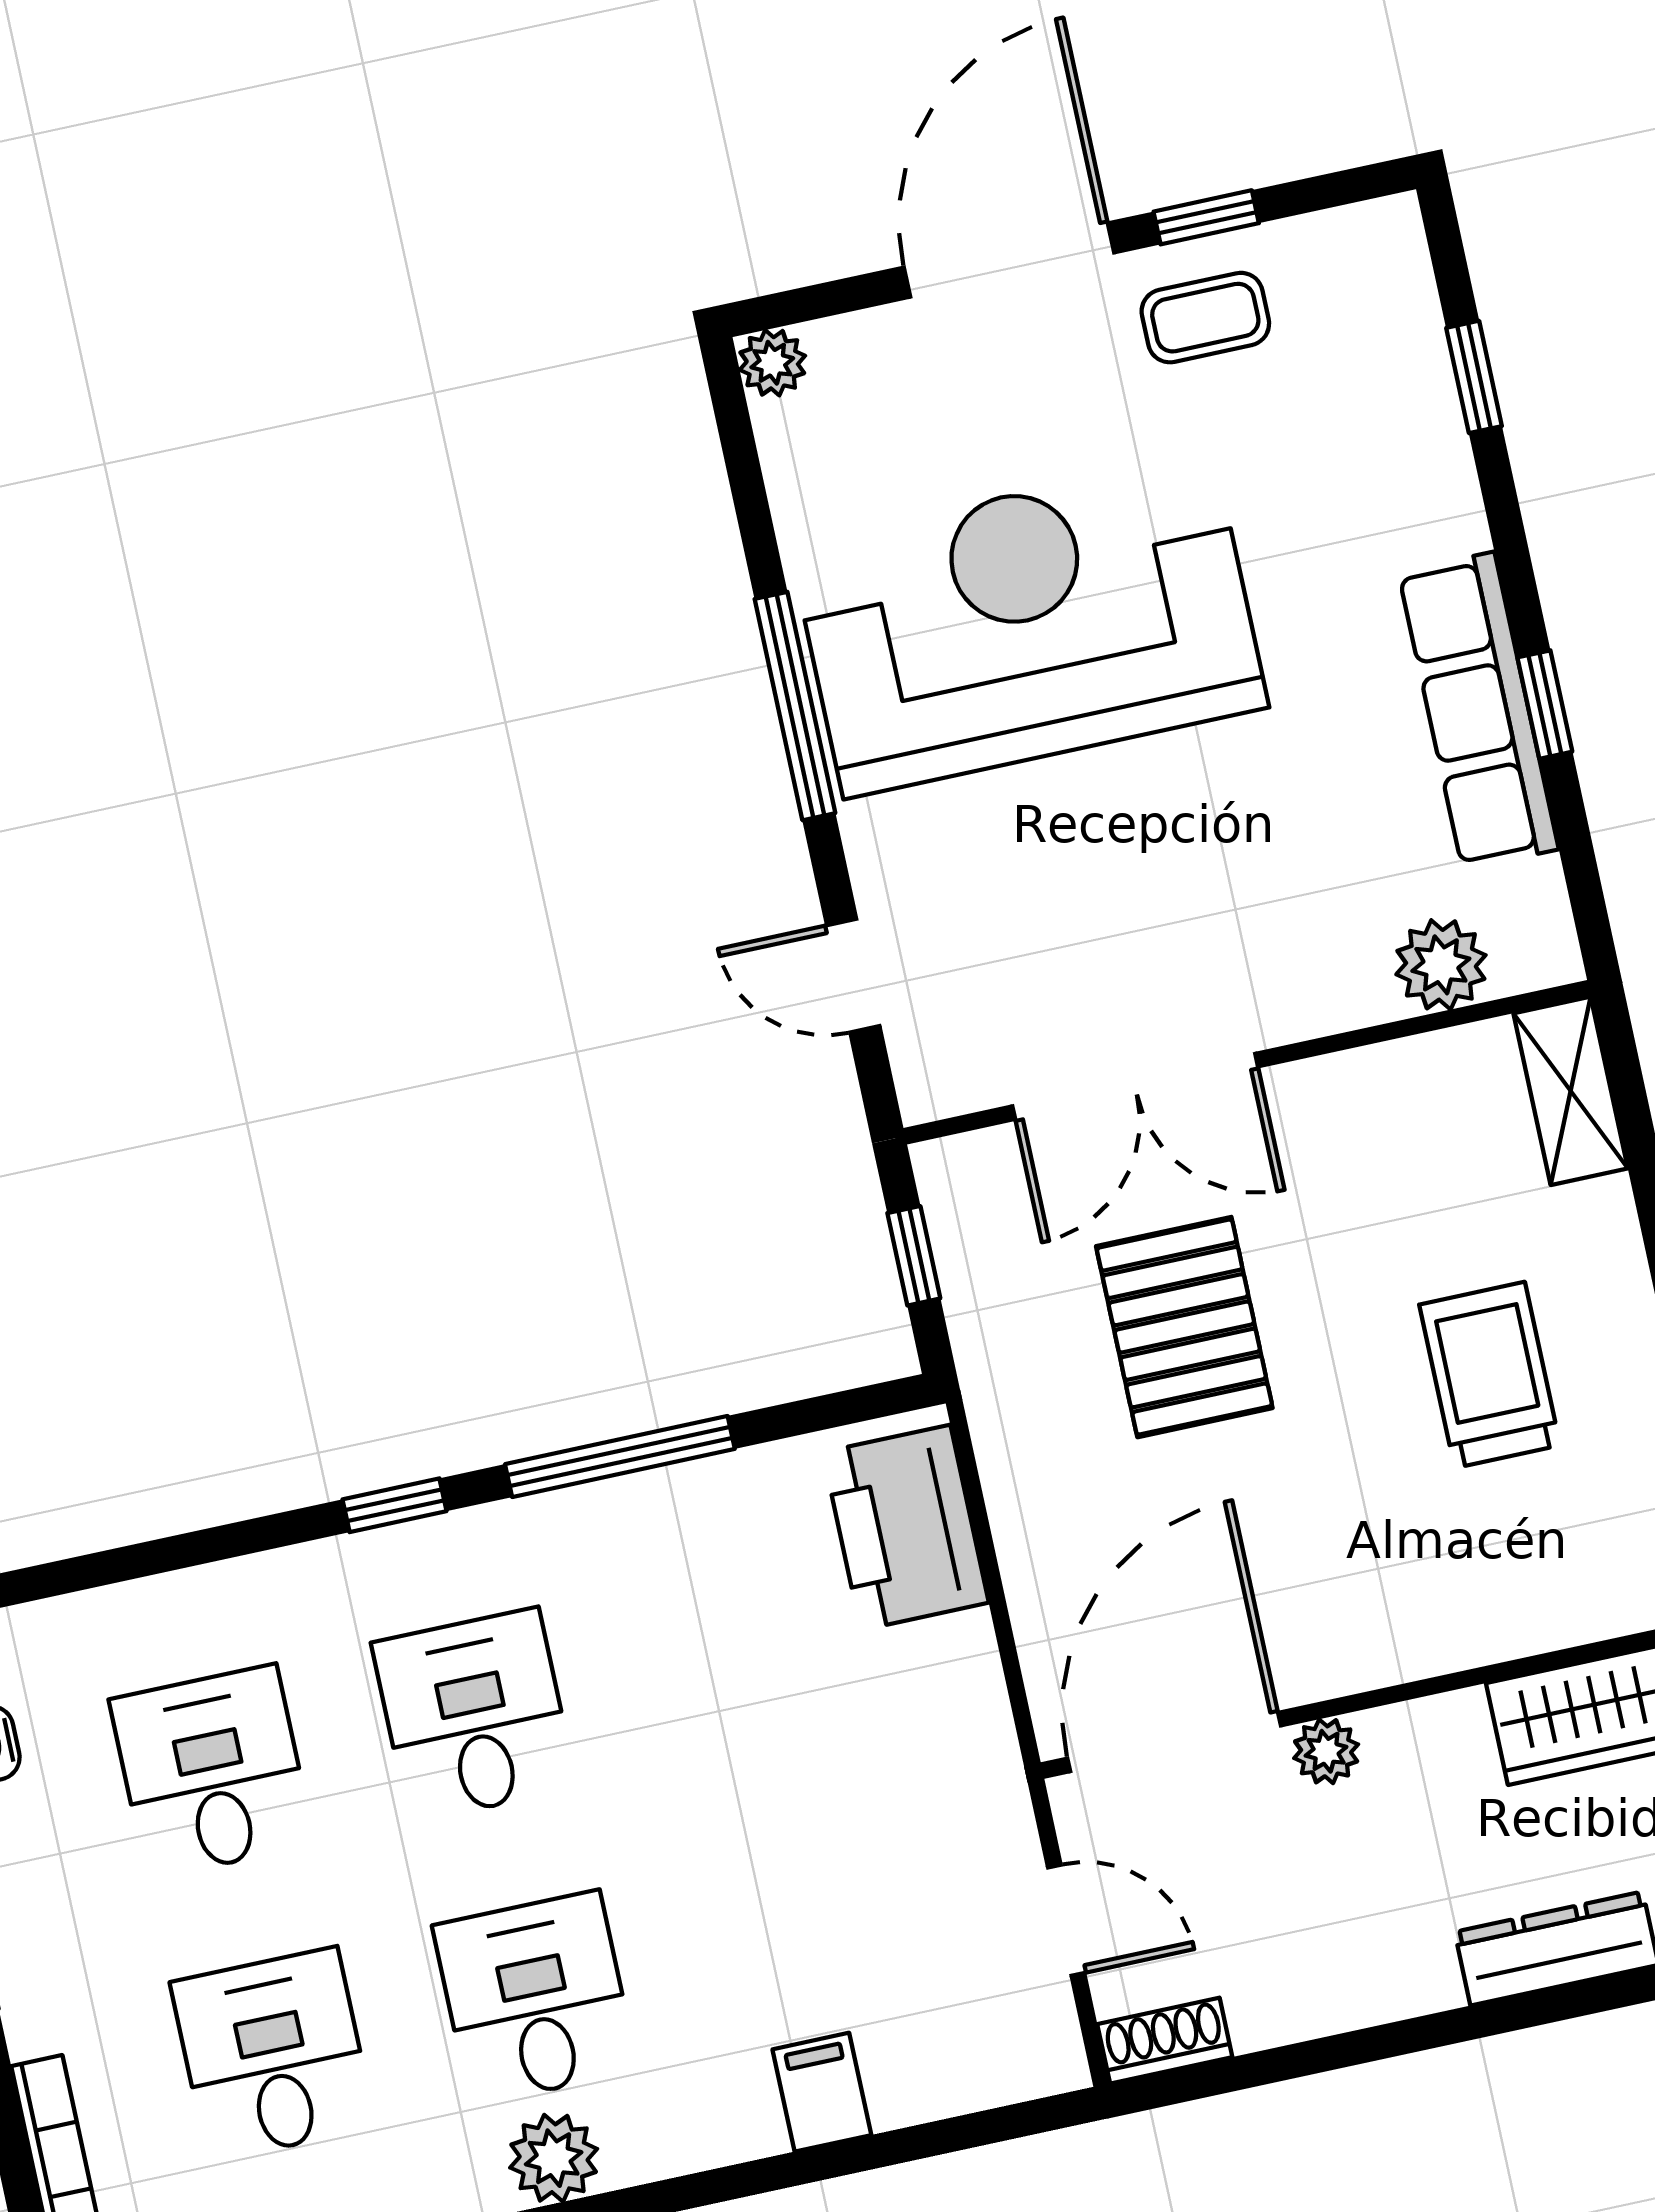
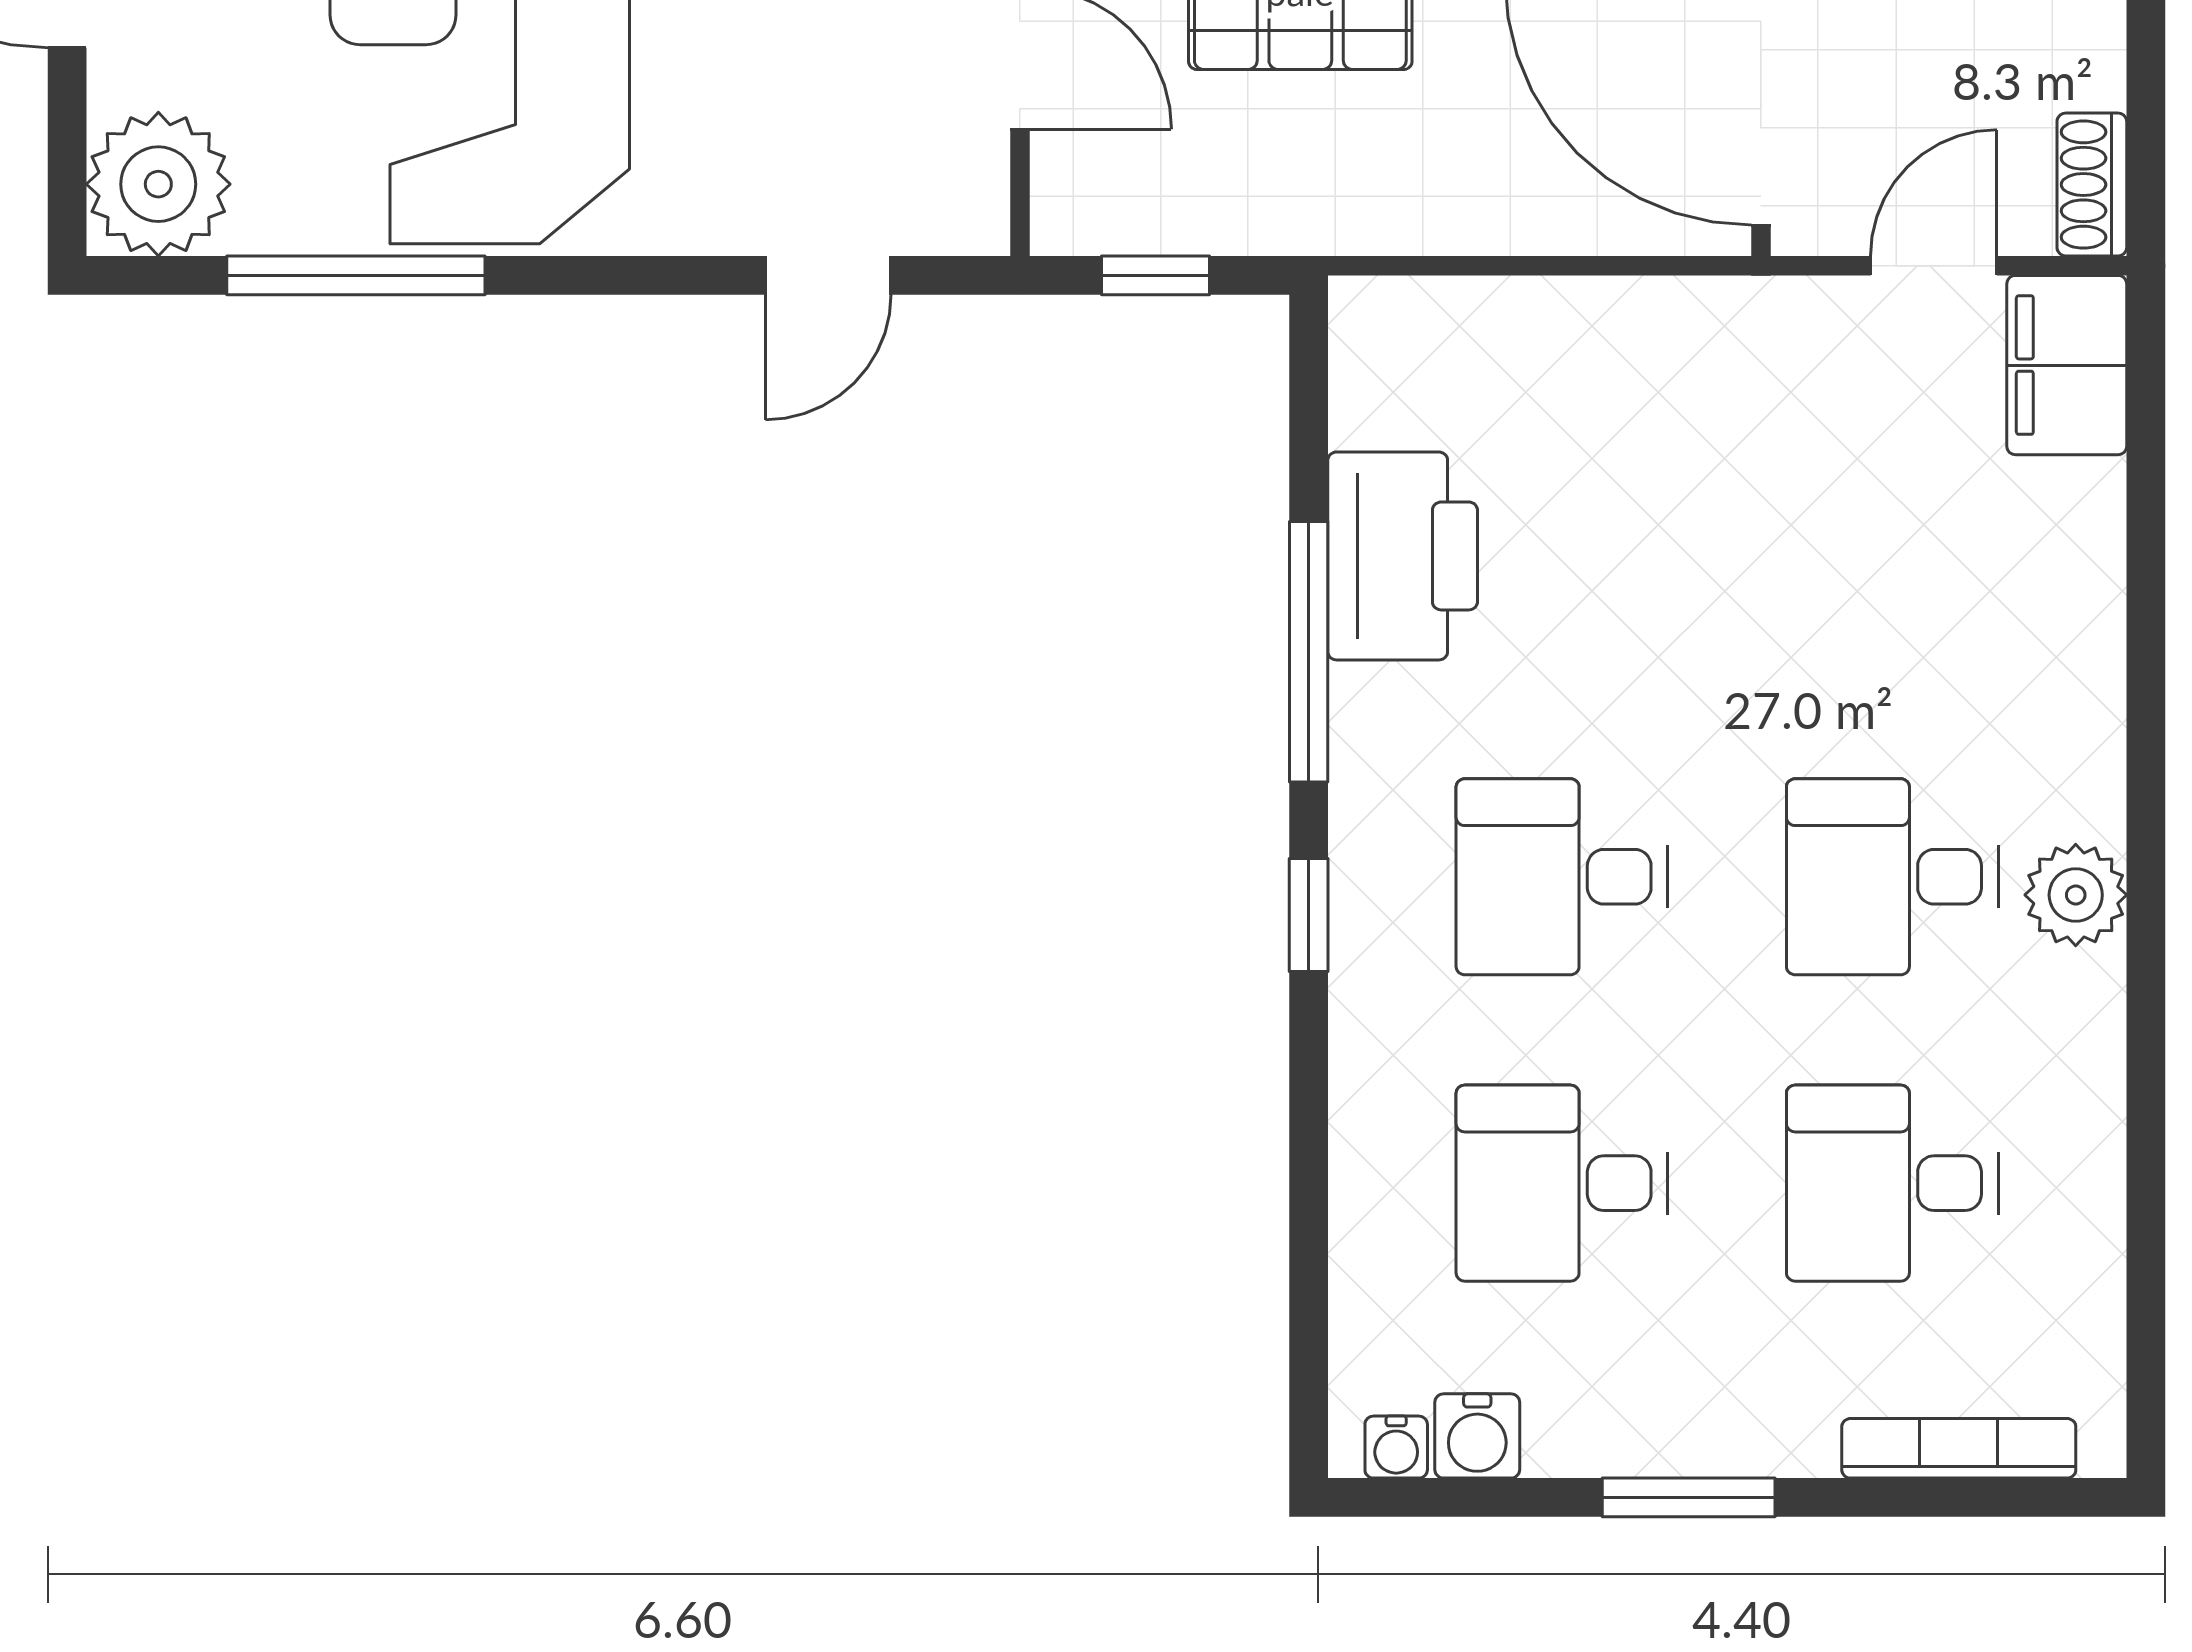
plant: (772, 363) -> (158, 184), width x1.88, depth x1.88
window: (795, 706) -> (356, 275), moved
printer: (906, 1527) -> (1403, 556), moved, turned -90
filing cabinet: (822, 2092) -> (2067, 365), moved, width x2.00

